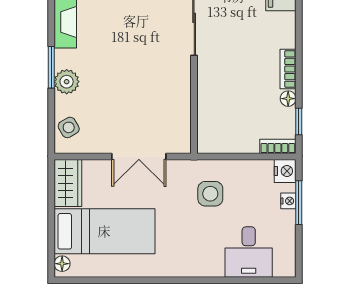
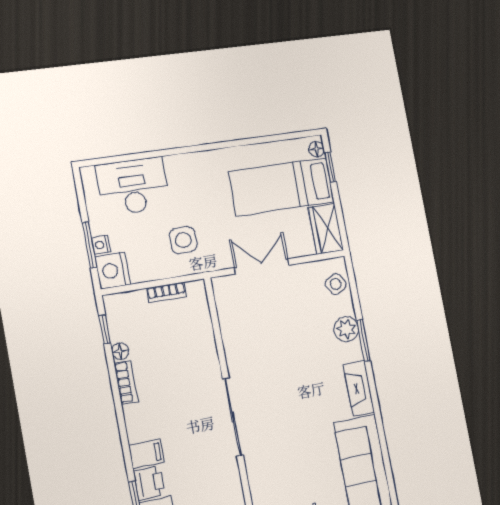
bookcase: (278, 146) -> (166, 292), moved
nightstand: (285, 171) -> (113, 271), width x1.36, depth x1.33
window: (51, 244) -> (330, 167), added
desk: (249, 252) -> (133, 186), width x1.37

